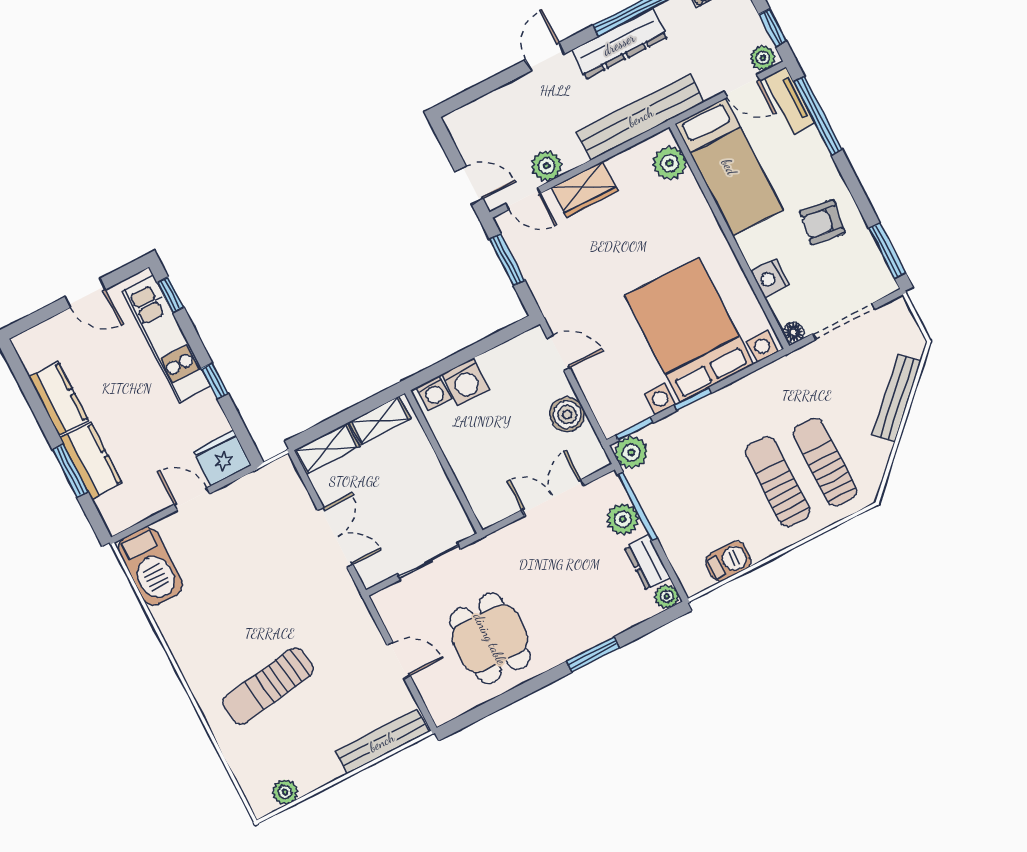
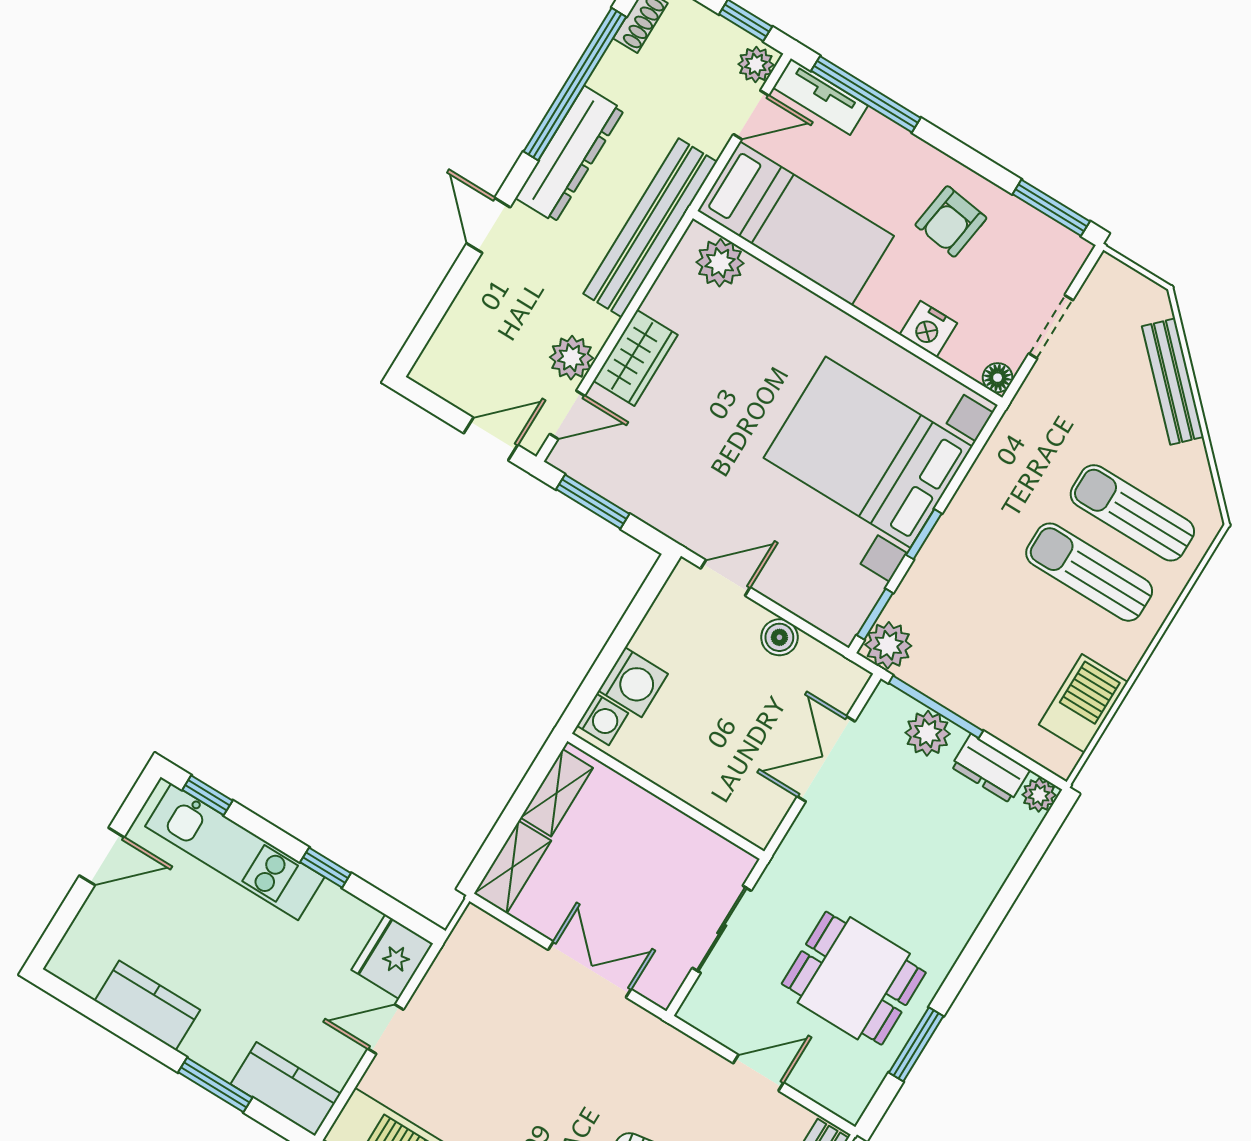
doorway: (844, 321) -> (1051, 327), width x0.73
boiler: (567, 414) -> (779, 637), width x0.73, depth x0.73
kitchen counter: (91, 461) -> (286, 1089), moved
barbecue: (728, 561) -> (1083, 703), width x1.38, depth x1.27
window: (593, 655) -> (916, 1044), moved

